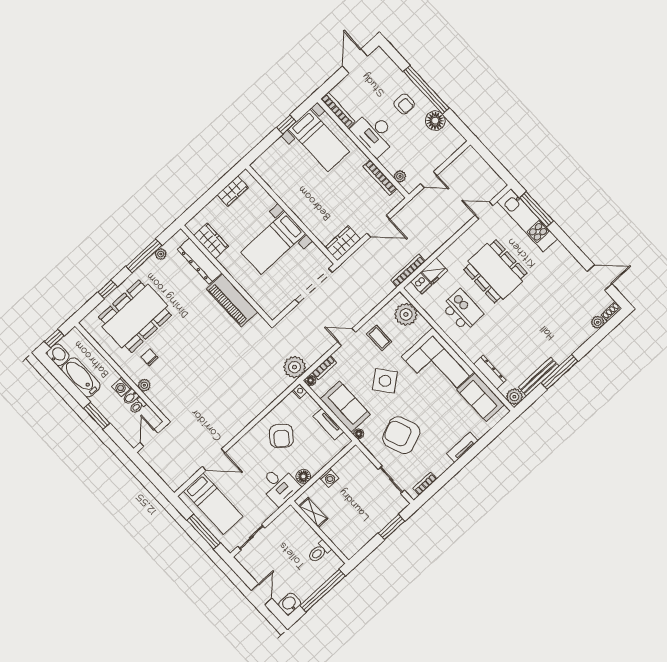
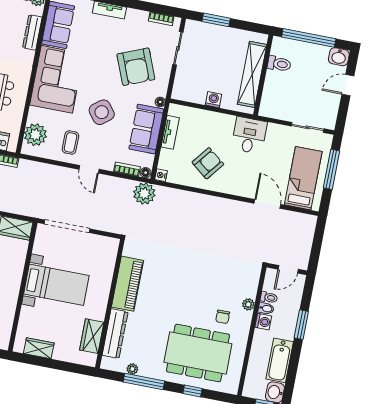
floor lamp: (303, 476) -> (228, 121), removed
shelving: (313, 512) -> (252, 74), width x2.20, depth x1.33

